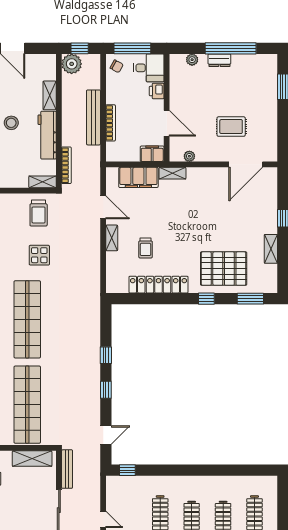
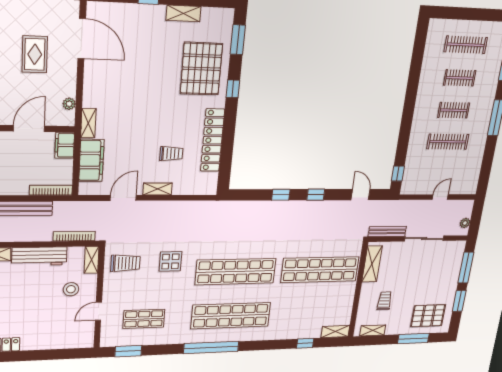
stool: (11, 123) -> (71, 289), moved
bookcase: (111, 123) -> (51, 190), moved

